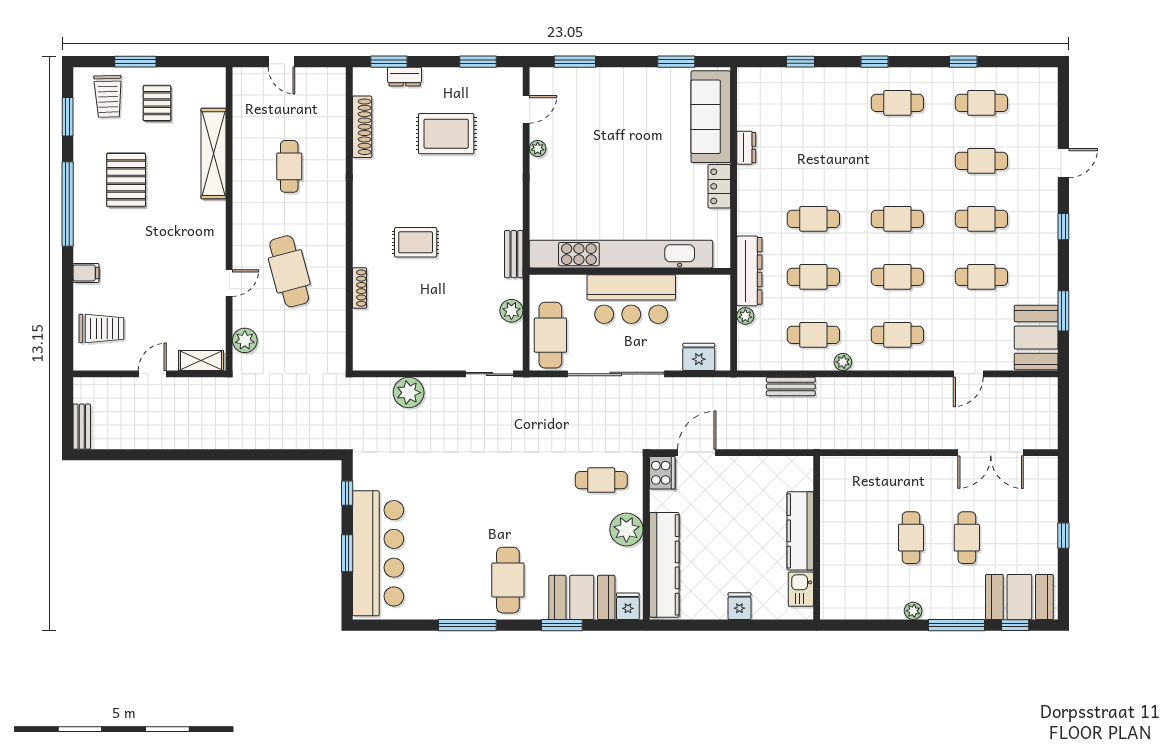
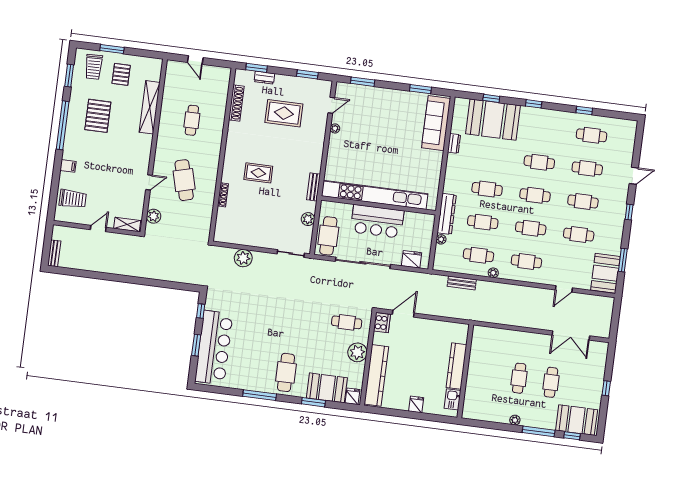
booth: (808, 98) -> (493, 120), added
cafe table: (897, 103) -> (539, 162), moved
locker: (719, 186) -> (436, 164), removed

